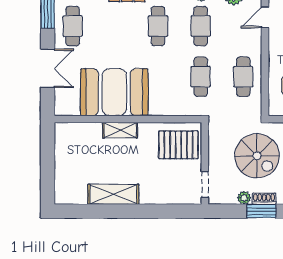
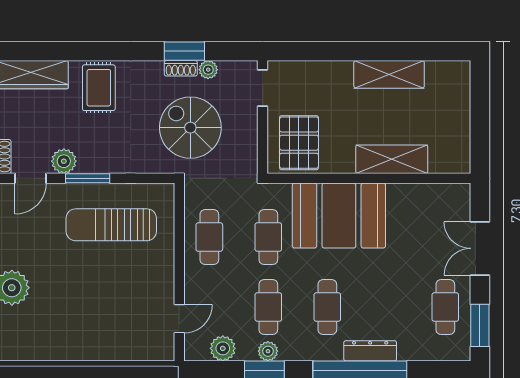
booth: (114, 92) -> (339, 216), moved
shelving: (120, 130) -> (392, 159), width x1.50, depth x1.33
pallet: (178, 145) -> (299, 143), turned 90

